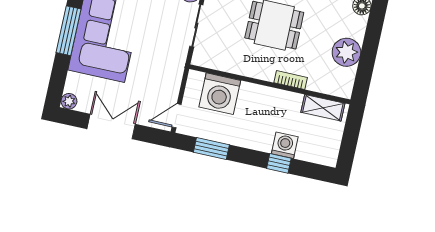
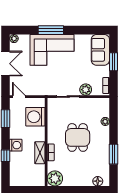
plant: (346, 52) -> (55, 178), moved
shelving: (323, 108) -> (40, 153), moved
washing machine: (285, 145) -> (16, 145), moved

